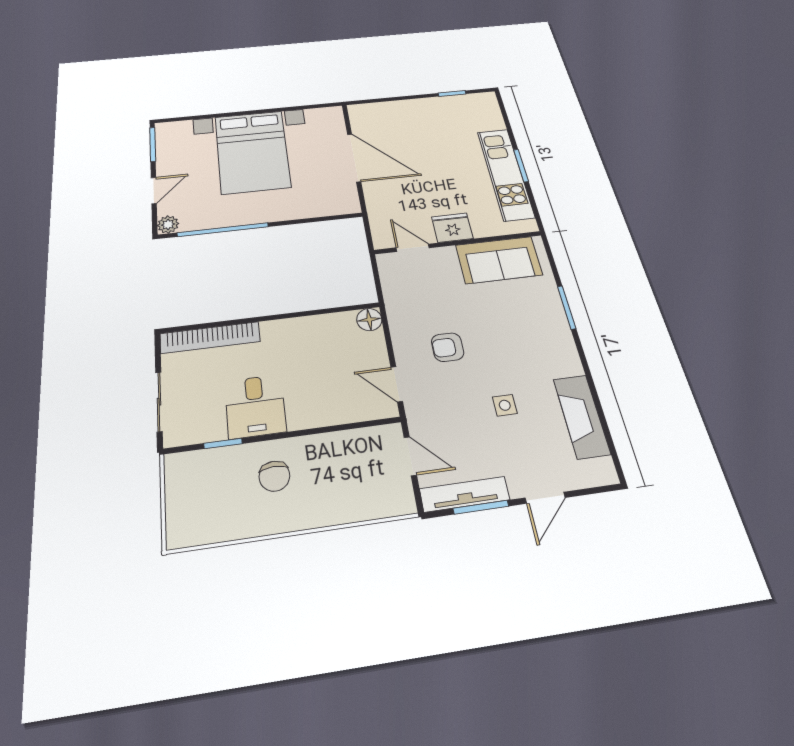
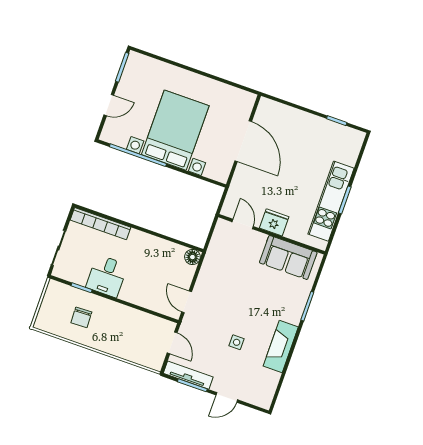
bed with nightstands: (252, 152) -> (175, 130), moved, turned 180
plant: (168, 225) -> (107, 135), removed
armchair: (448, 347) -> (226, 295), removed
fireplace: (582, 416) -> (281, 346), moved
chair: (274, 476) -> (81, 317), moved

